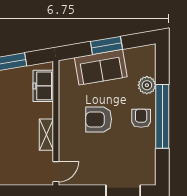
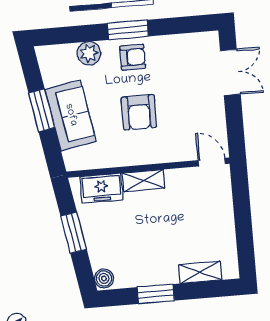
window: (162, 116) -> (128, 30), width x0.47
armchair: (141, 118) -> (133, 57), turned 180
shelving: (46, 135) -> (144, 180), moved

